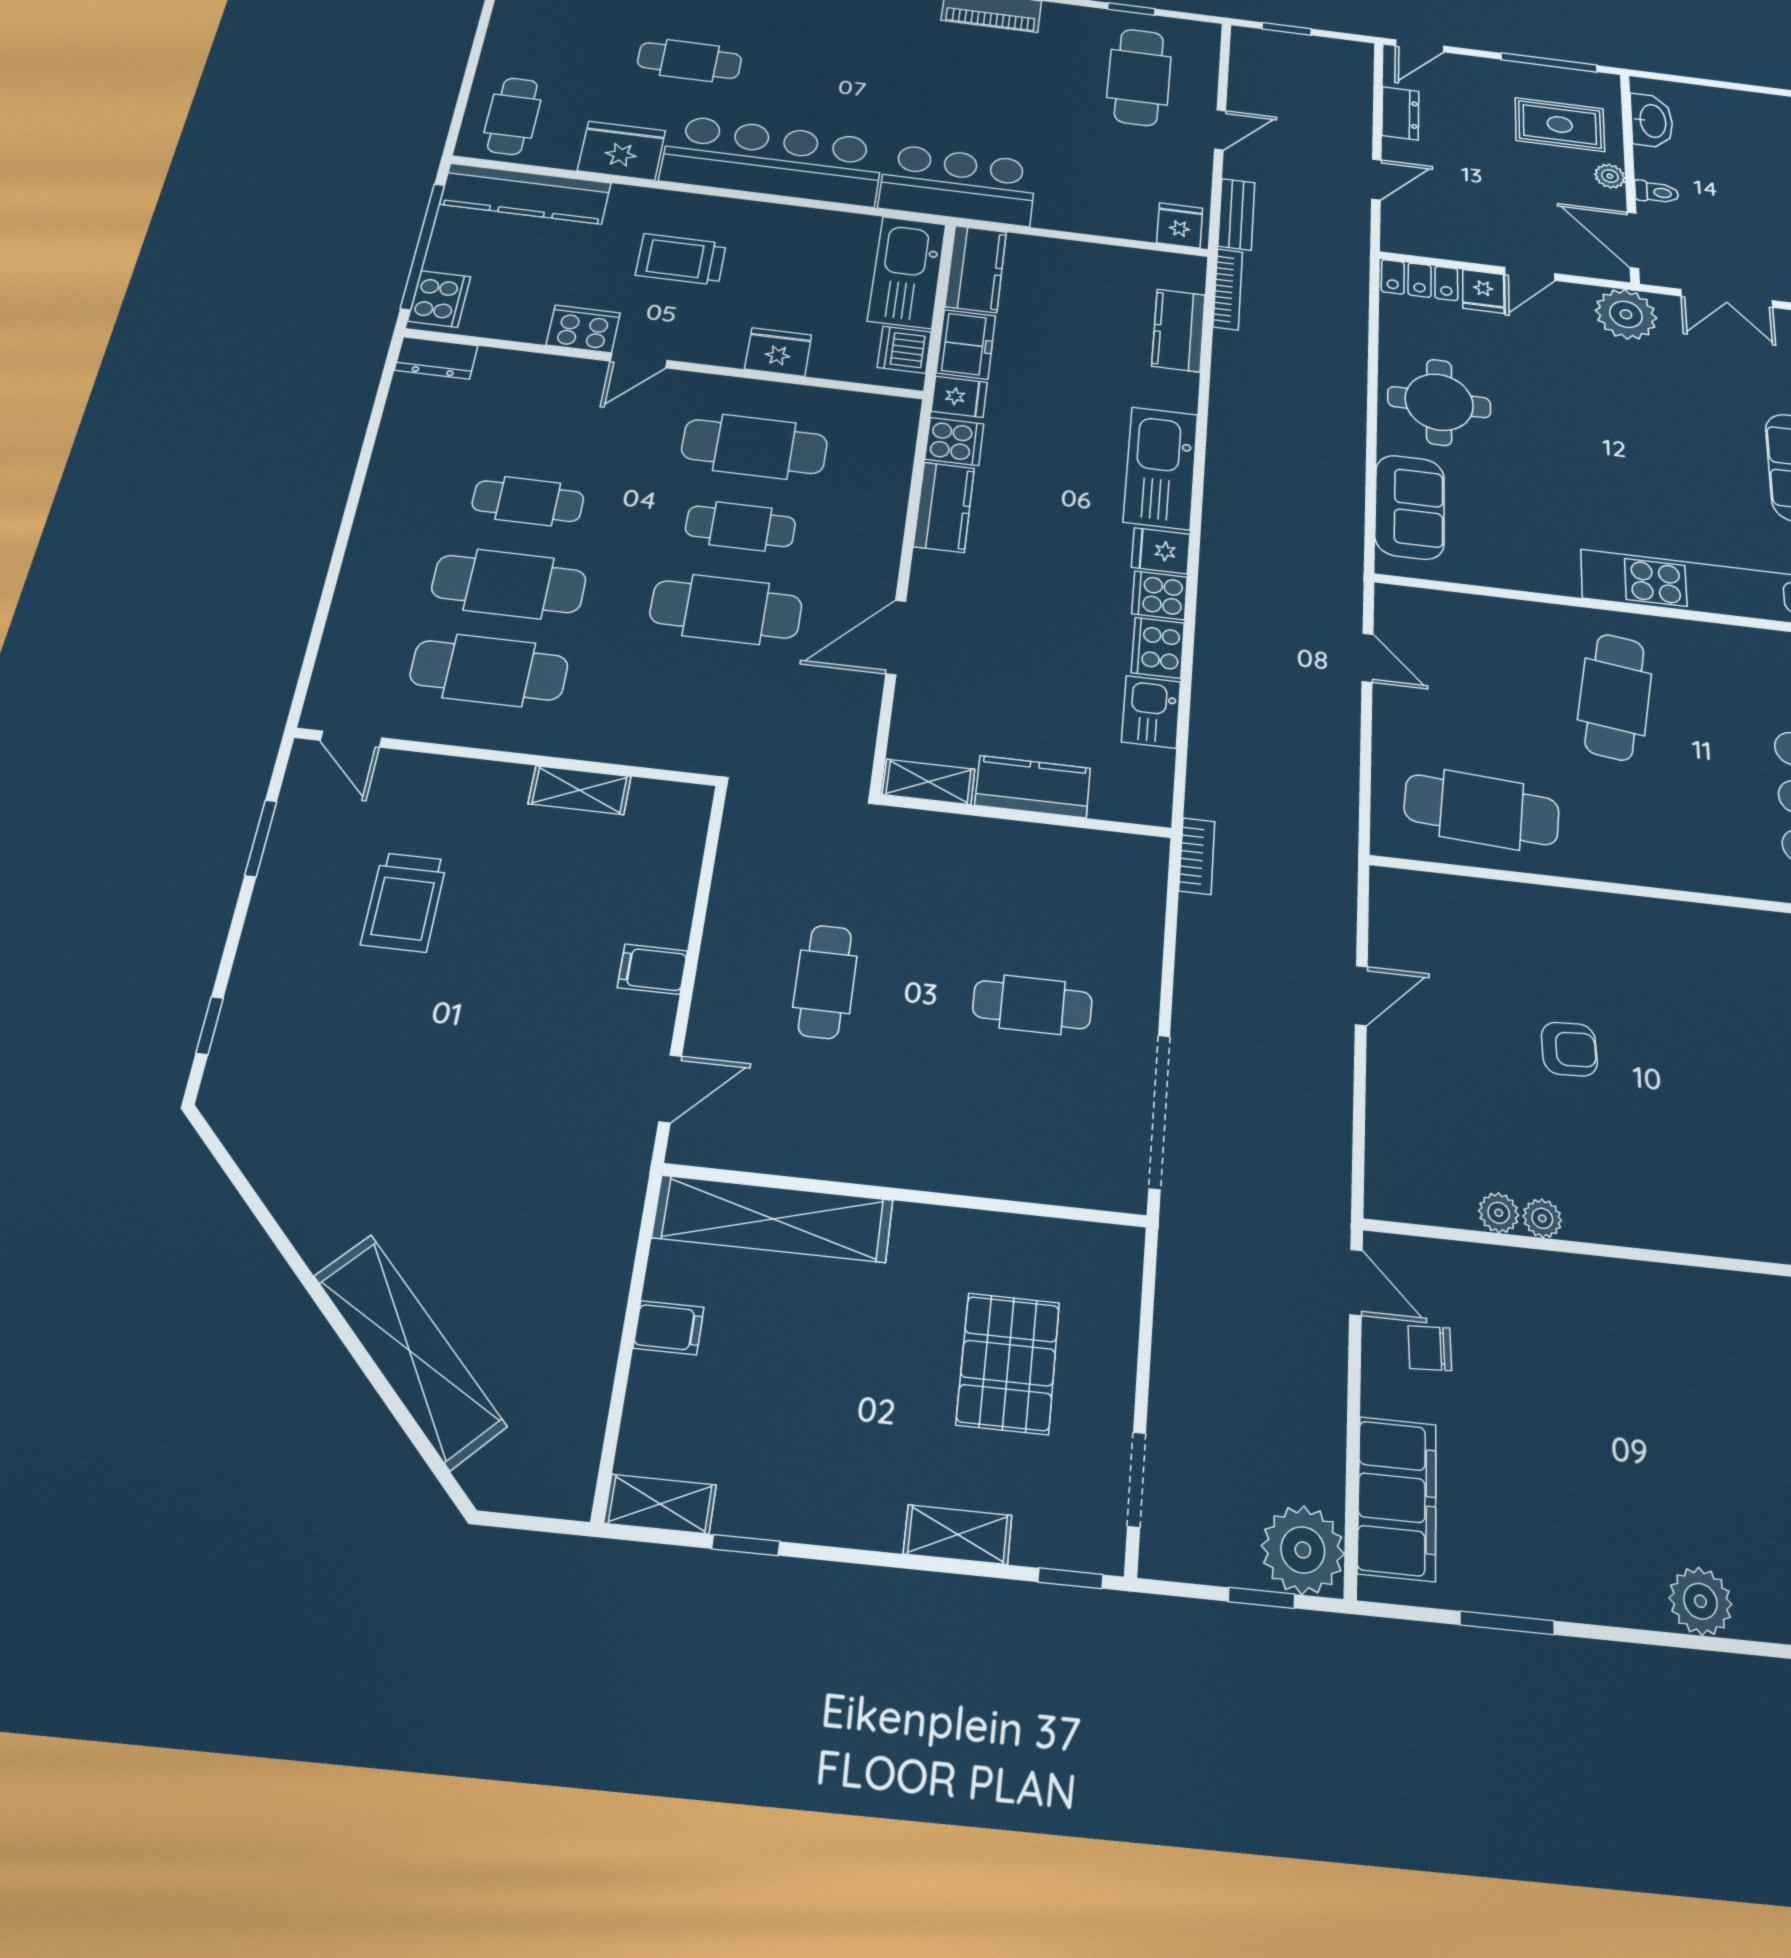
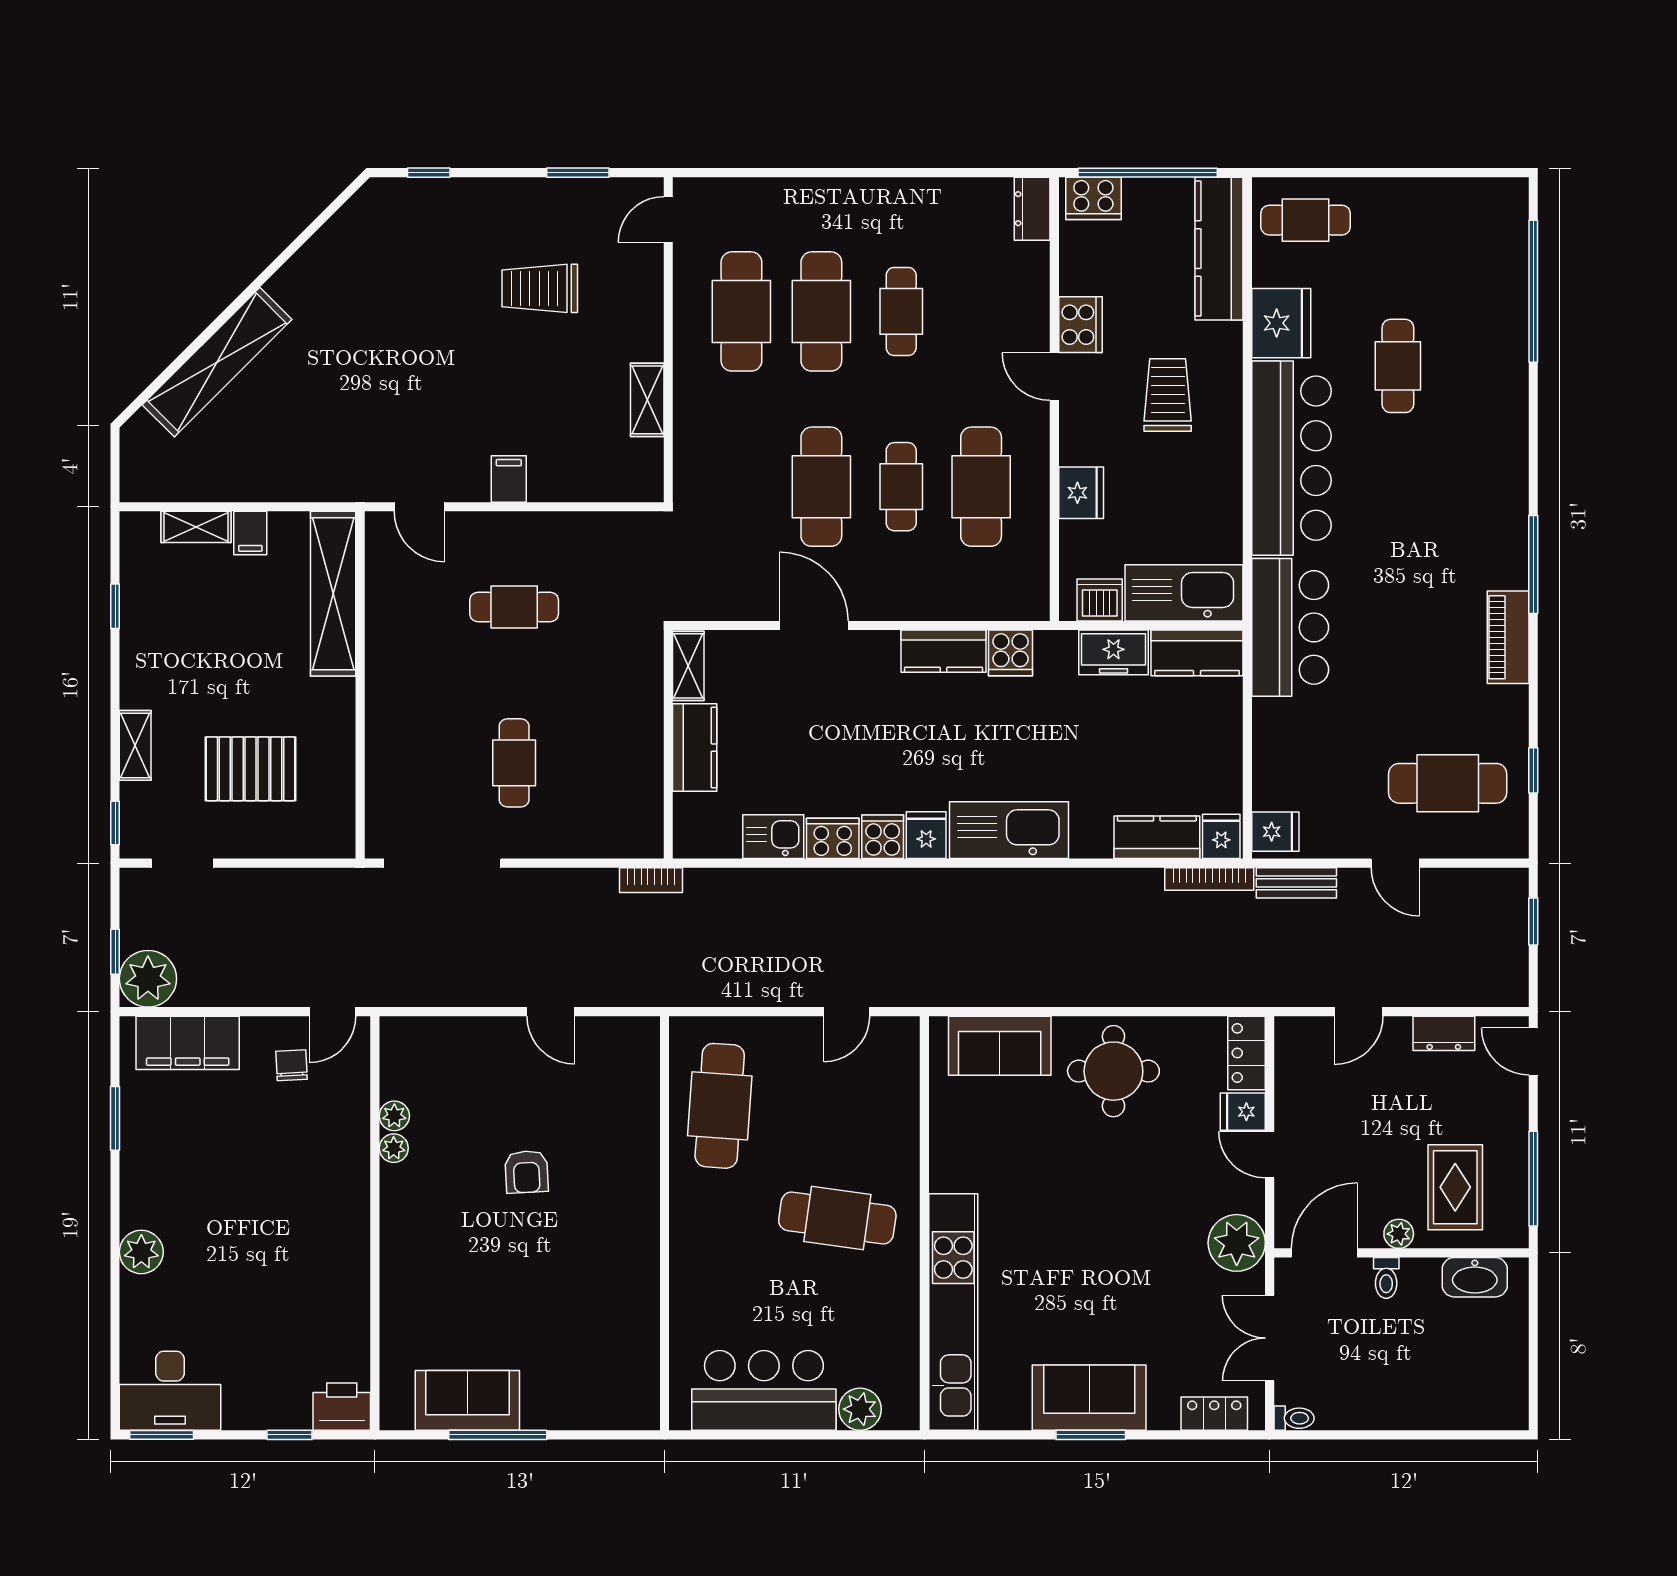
door: (1376, 179) -> (1359, 1012), hinge flipped
fridge: (959, 397) -> (1221, 836), moved, turned 180
shelving: (660, 1504) -> (196, 527), moved, turned 90

